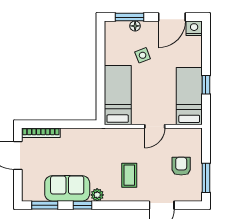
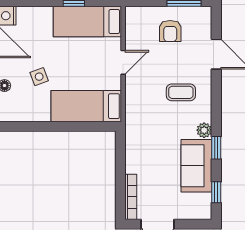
door: (155, 126) -> (123, 62), hinge flipped
armchair: (181, 166) -> (170, 31), turned -90
window: (45, 205) -> (216, 192), width x0.67

